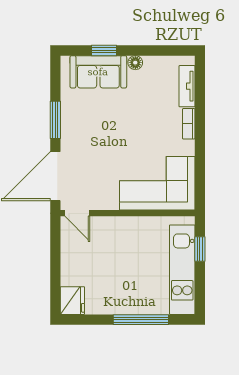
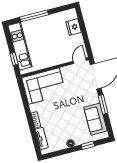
sofa: (98, 72) -> (95, 119), moved, turned -90
door: (77, 213) -> (80, 61), hinge flipped
fridge: (72, 301) -> (74, 27), moved

